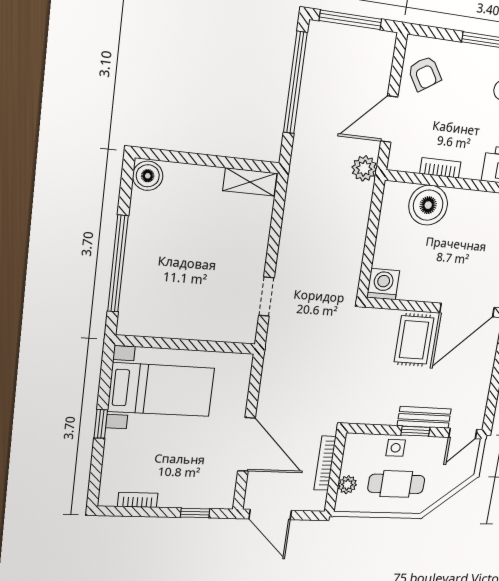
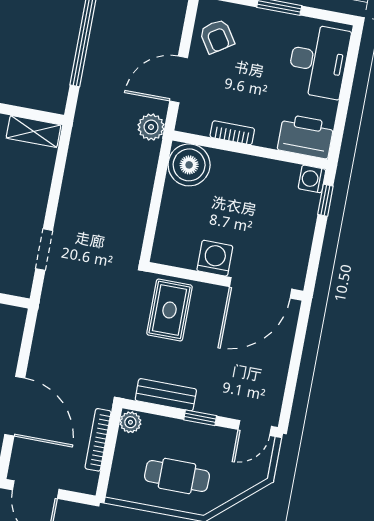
boiler: (428, 205) -> (189, 165), moved
washing machine: (383, 284) -> (215, 258), moved
rug: (414, 340) -> (169, 310), moved
bench: (424, 417) -> (166, 395), moved
side table: (396, 448) -> (177, 434), removed
plant: (347, 485) -> (130, 422), moved

